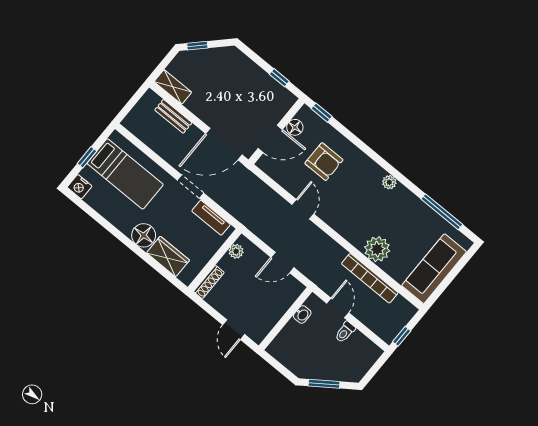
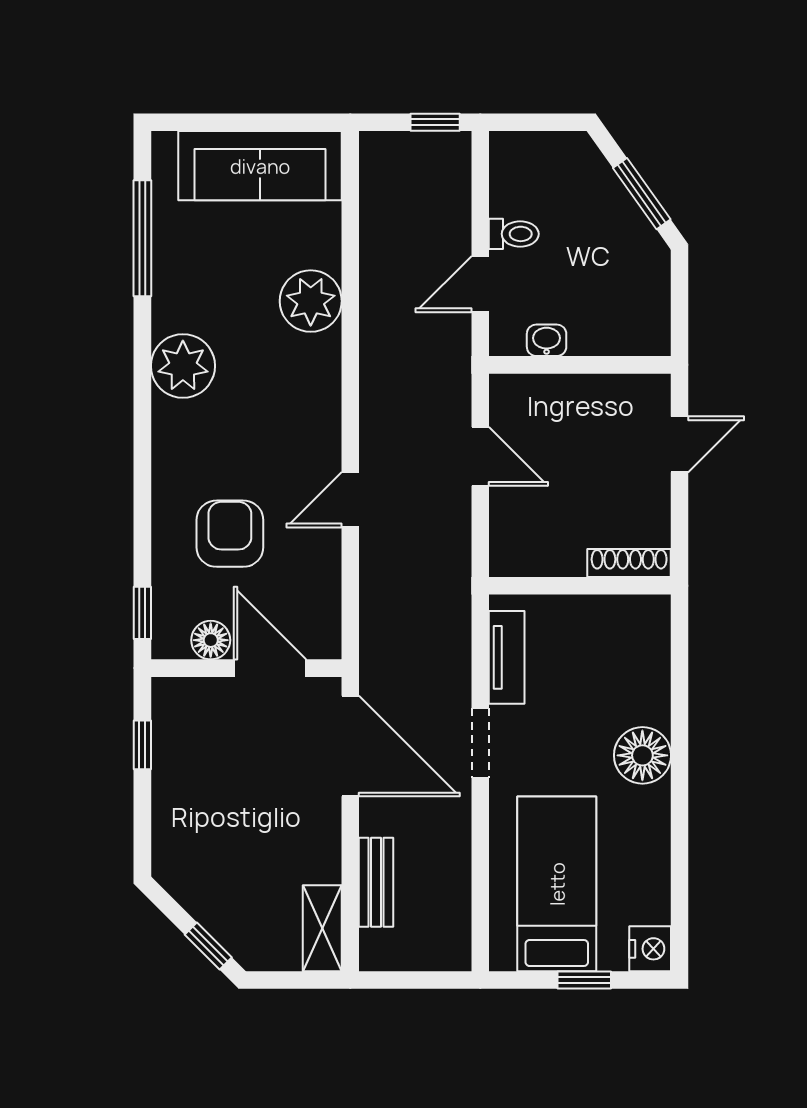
plant: (389, 182) -> (183, 366), width x1.88, depth x1.88
plant: (236, 251) -> (531, 559), removed
wardrobe: (168, 257) -> (644, 678), removed
bookcase: (370, 278) -> (376, 270), removed

